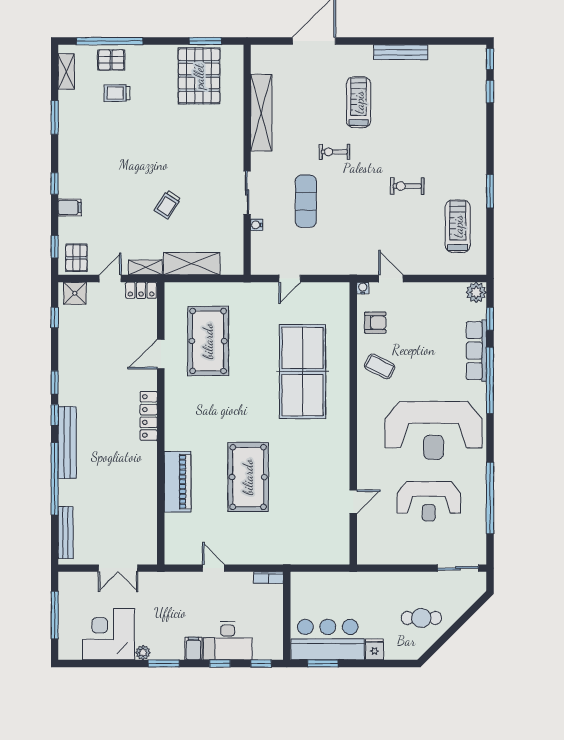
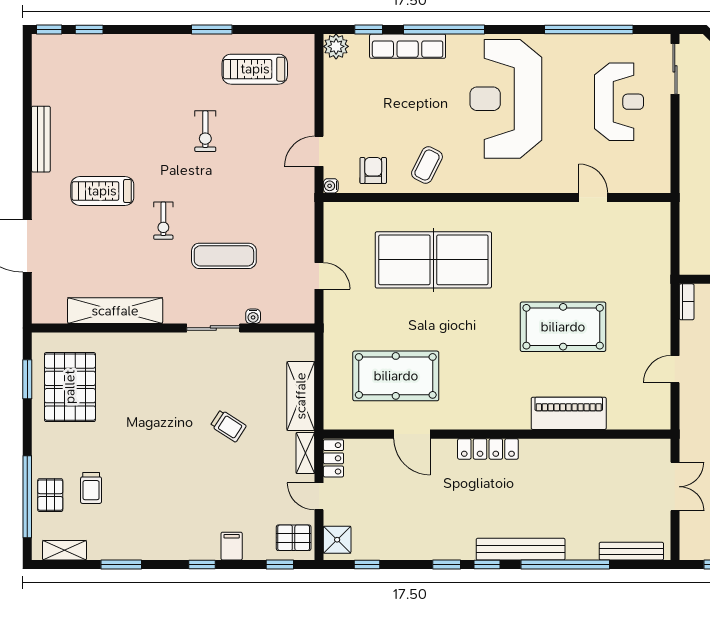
pallet: (199, 76) -> (70, 387), turned 90
reception desk: (434, 431) -> (506, 99), turned 180
reception desk: (429, 501) -> (619, 102), moved

